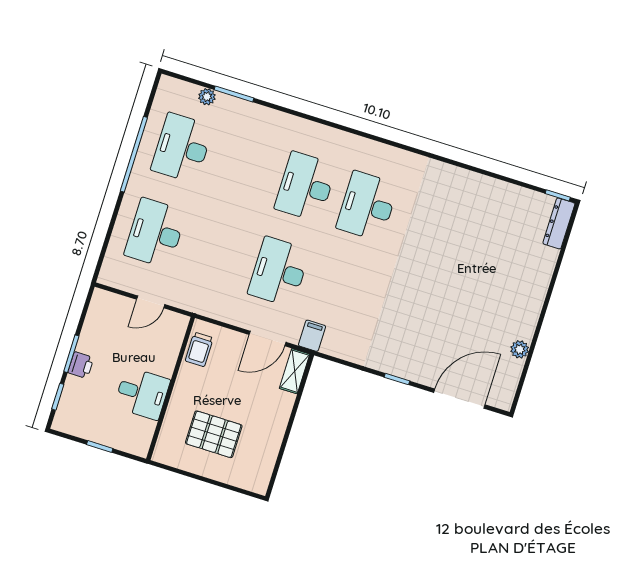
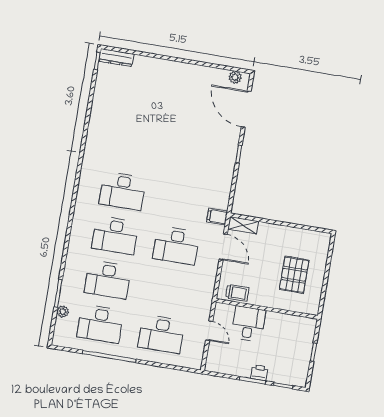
desk: (244, 167) -> (108, 280), added
plant: (520, 349) -> (235, 77), moved
desk: (142, 393) -> (248, 324), moved

